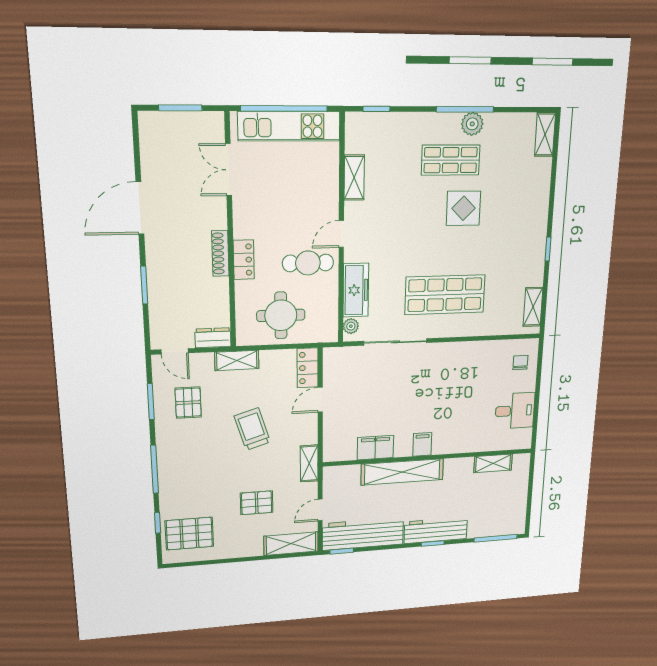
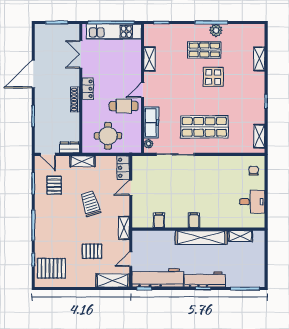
shelving: (545, 134) -> (259, 59), moved
locker: (244, 260) -> (88, 89), moved
filing cabinet: (375, 448) -> (159, 220), width x0.50
shelving: (402, 472) -> (201, 238), moved

